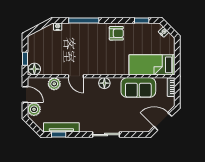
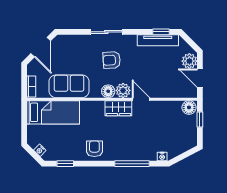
armchair: (116, 33) -> (94, 149), turned 90
wardrobe: (95, 68) -> (118, 108), added
plant: (54, 84) -> (123, 90), moved
armchair: (101, 110) -> (112, 60), added
door: (163, 121) -> (41, 47), hinge flipped

